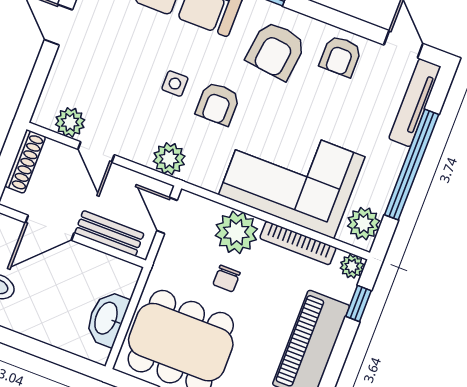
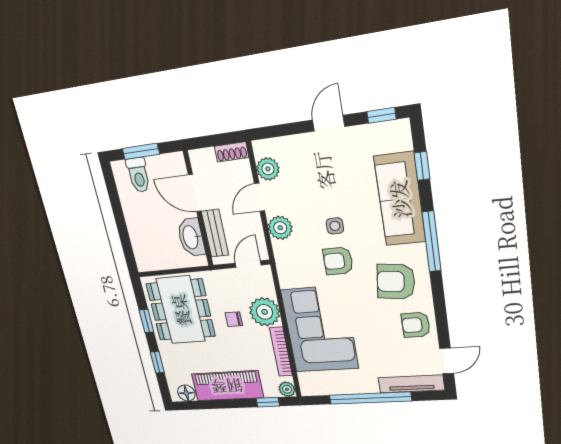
plant: (169, 159) -> (280, 228), moved
shoe rack: (25, 161) -> (232, 152), width x0.70
plant: (364, 224) -> (317, 385), removed
washbasin: (107, 318) -> (191, 237), moved, turned -90

